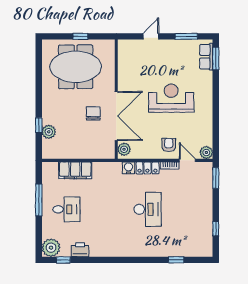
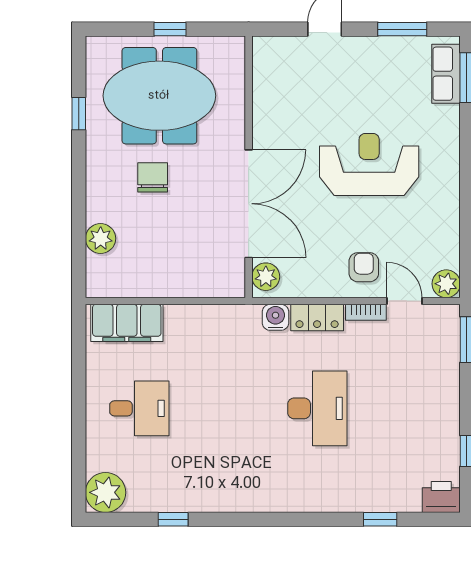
chair: (93, 113) -> (153, 177), moved
window: (39, 125) -> (79, 114), moved
filing cabinet: (75, 170) -> (127, 323), moved
window: (39, 200) -> (79, 388), removed
printer: (80, 250) -> (441, 497), moved
window: (63, 260) -> (173, 519), moved

